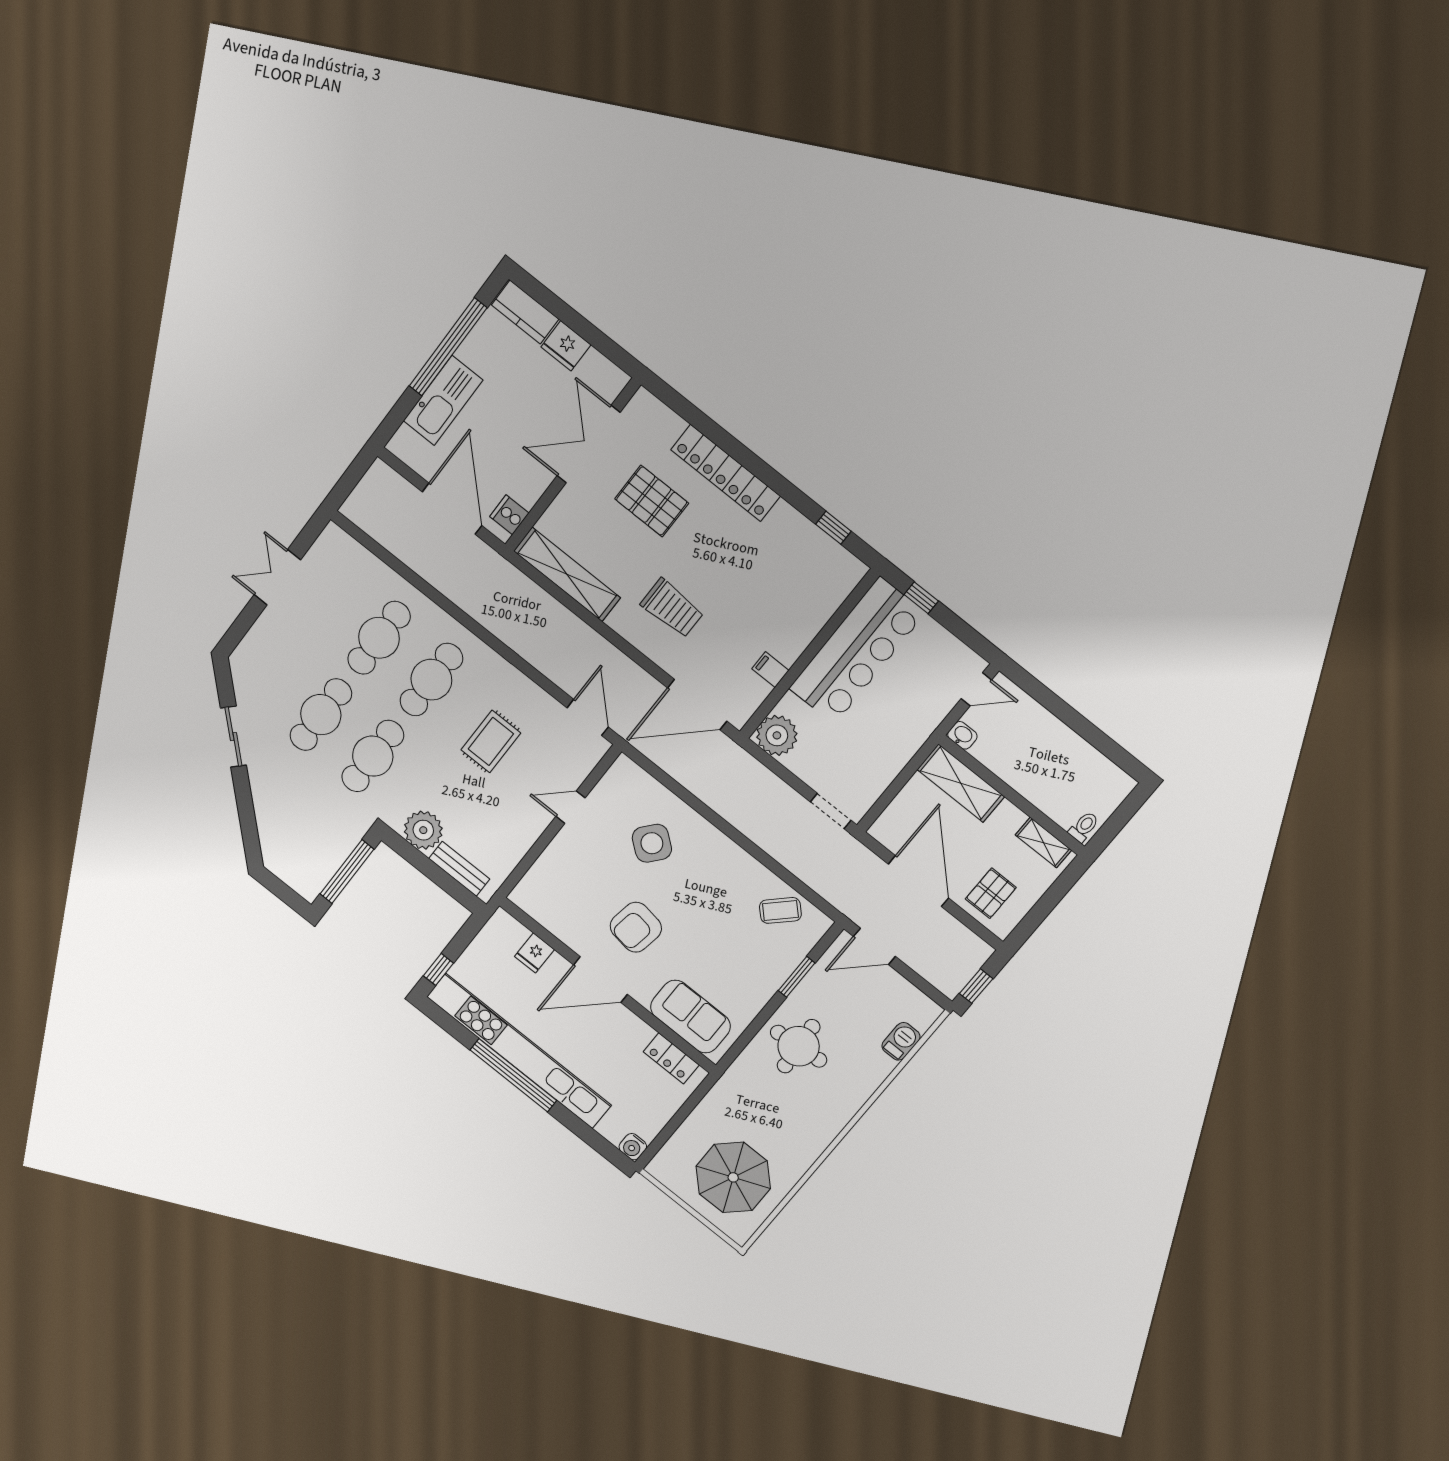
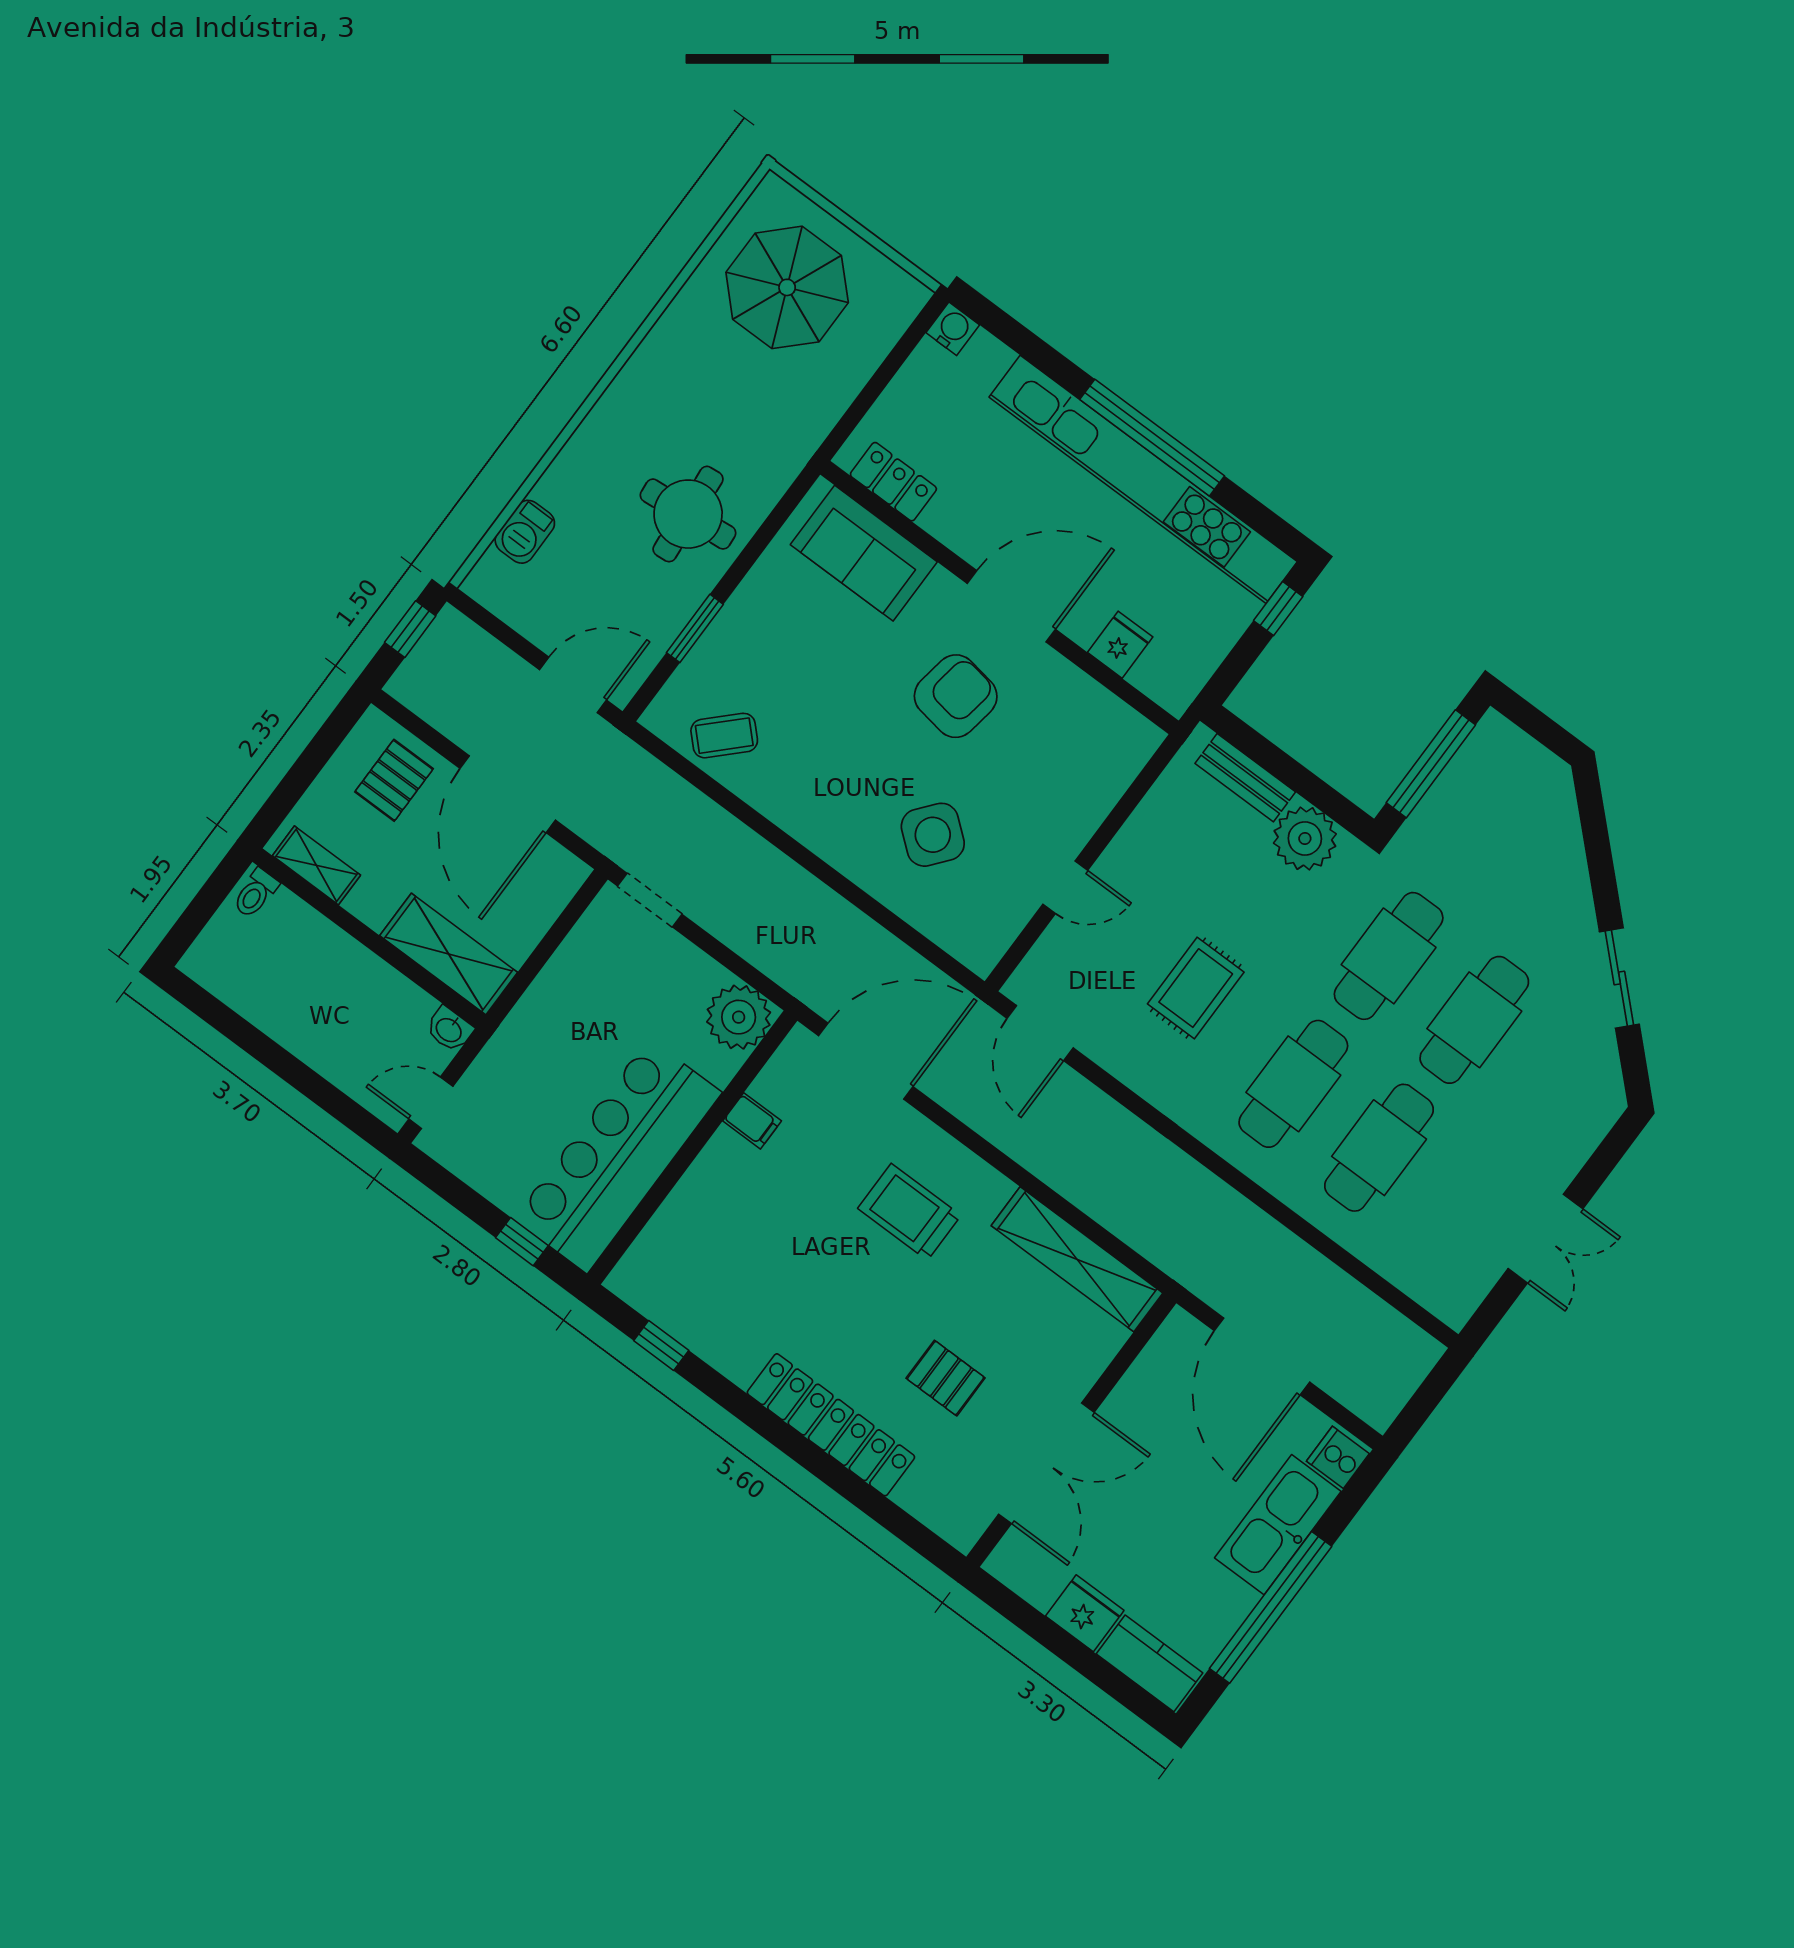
pallet: (652, 501) -> (946, 1378), width x0.67, depth x0.71
cooker: (509, 515) -> (1338, 1457), moved, turned 180

